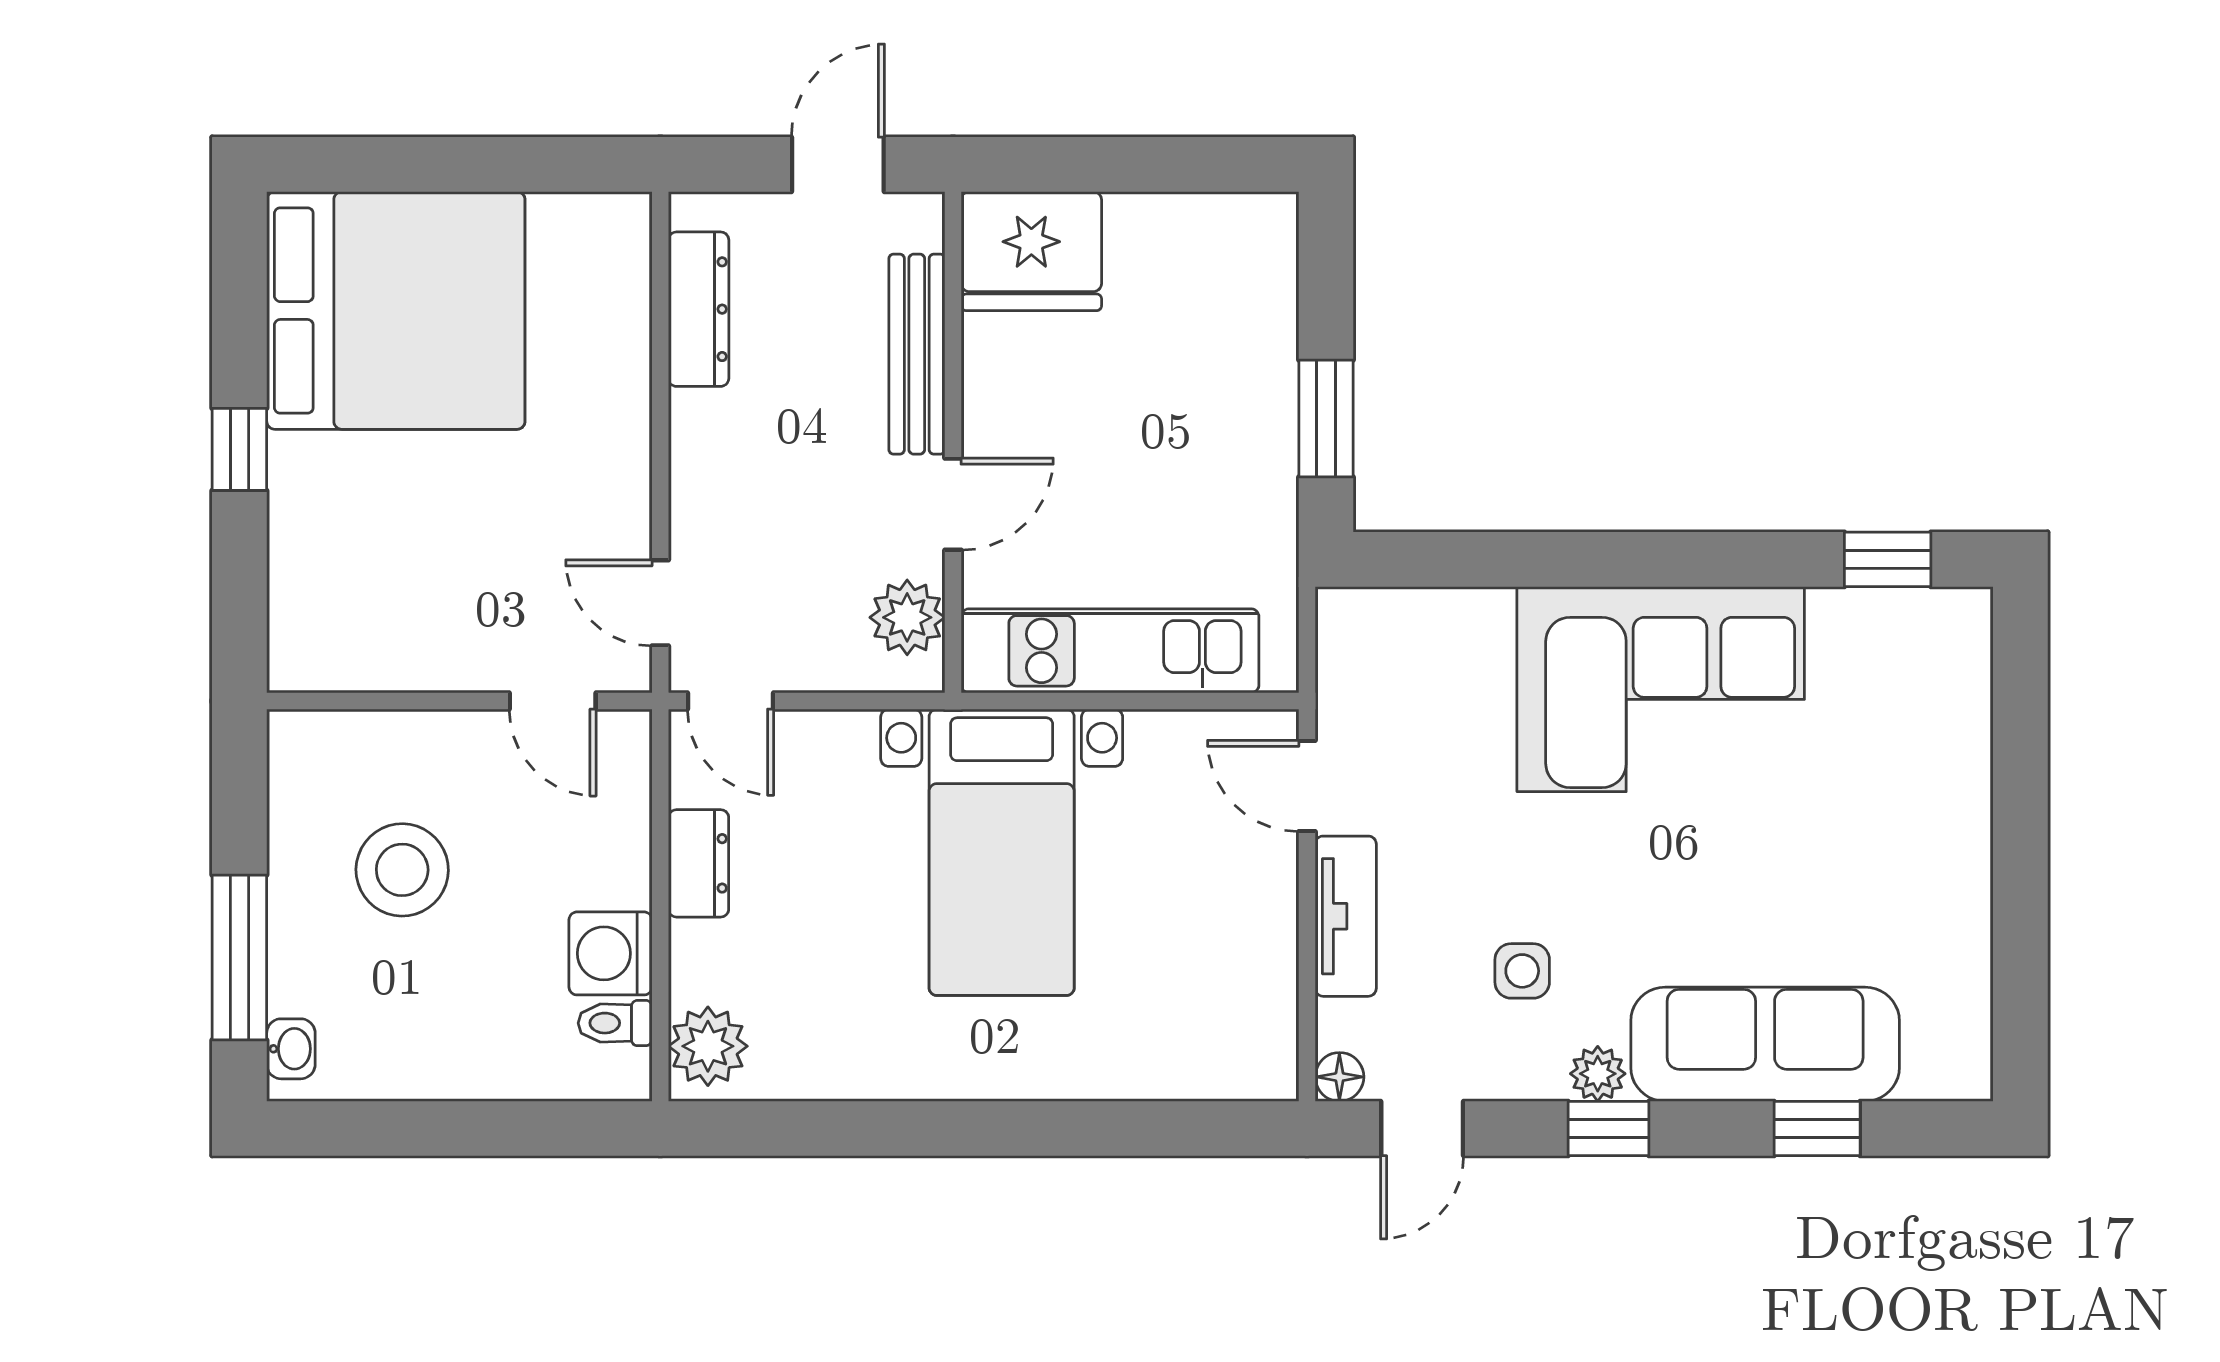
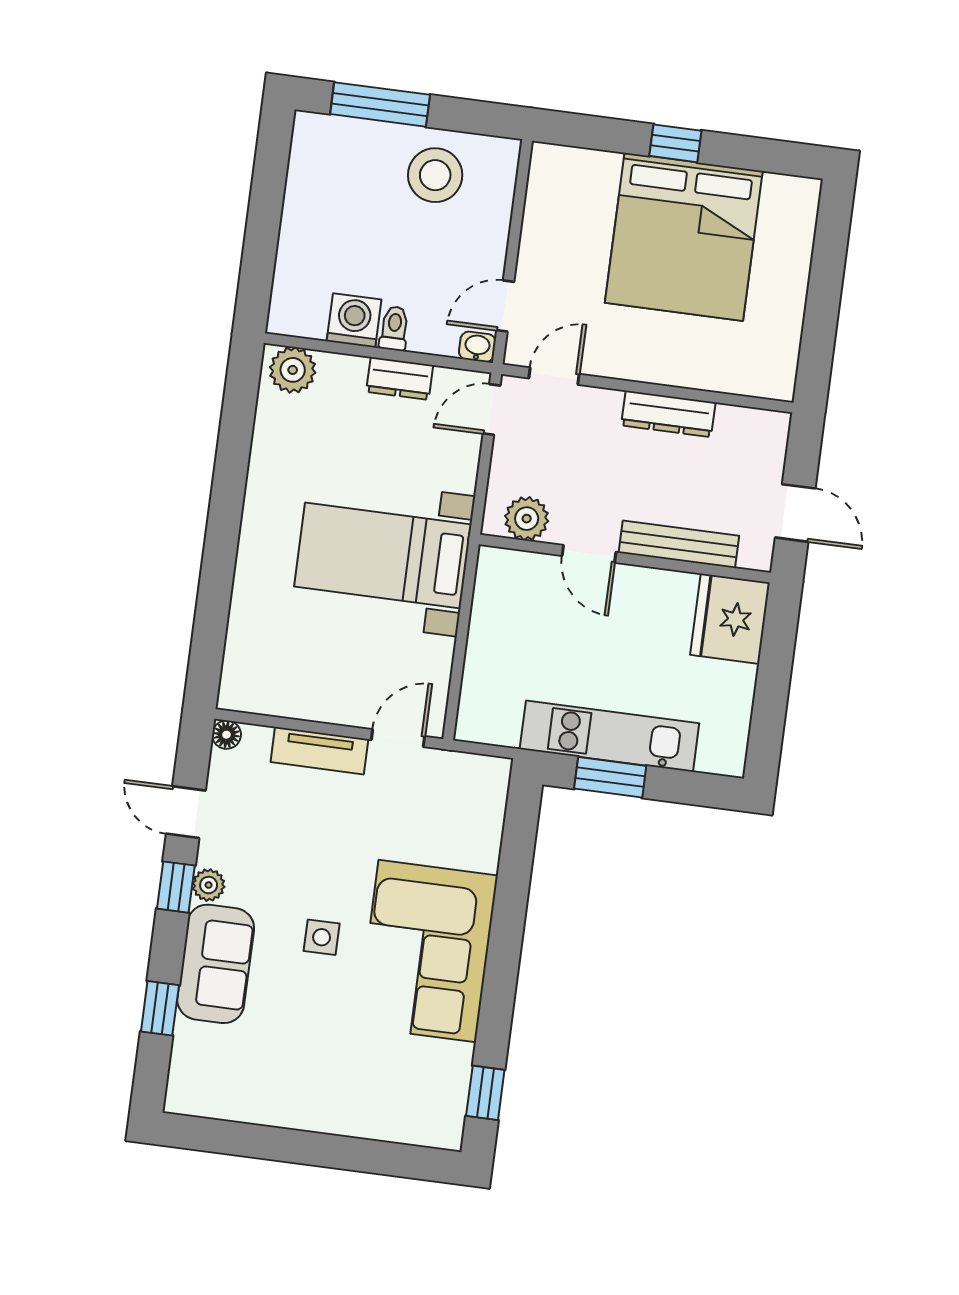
dresser: (699, 309) -> (668, 414), moved
bed: (396, 311) -> (684, 237), moved
kitchen unit: (1110, 651) -> (609, 736), moved, turned -90
stool: (402, 870) -> (435, 175), moved
side table: (1522, 971) -> (322, 937), moved
toilet: (615, 1023) -> (394, 328), moved
sofa: (1765, 1044) -> (216, 964), width x0.73
washbasin: (291, 1049) -> (477, 347), moved, turned 180
door: (1422, 1128) -> (186, 812), moved

